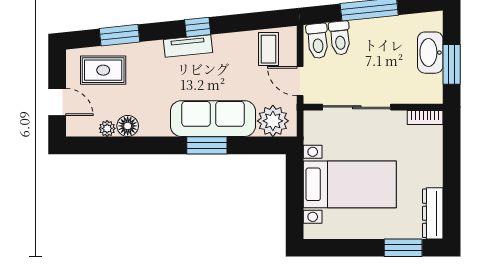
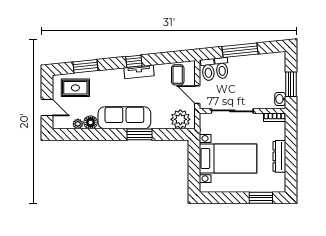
tv unit: (188, 46) -> (139, 72), moved
washbasin: (430, 53) -> (280, 99), moved, width x0.52, depth x0.69
sofa: (213, 119) -> (124, 118), moved
dresser: (433, 213) -> (279, 156), moved

